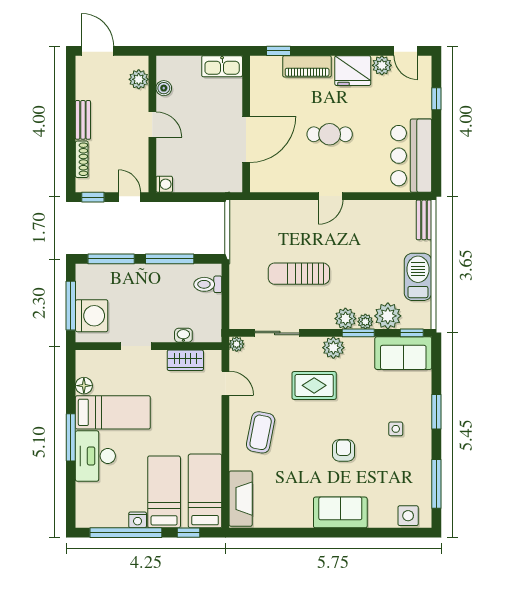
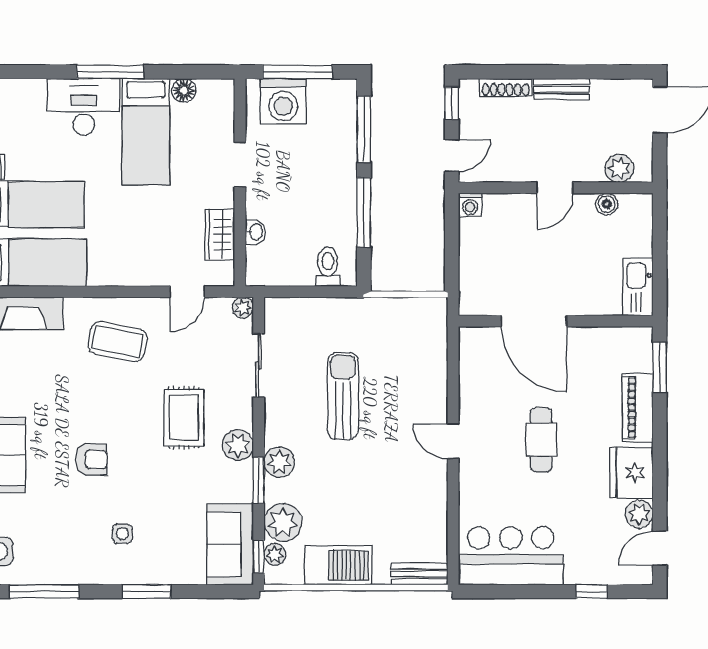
window: (279, 51) -> (660, 367), width x1.50
plant: (365, 322) -> (275, 554), moved

